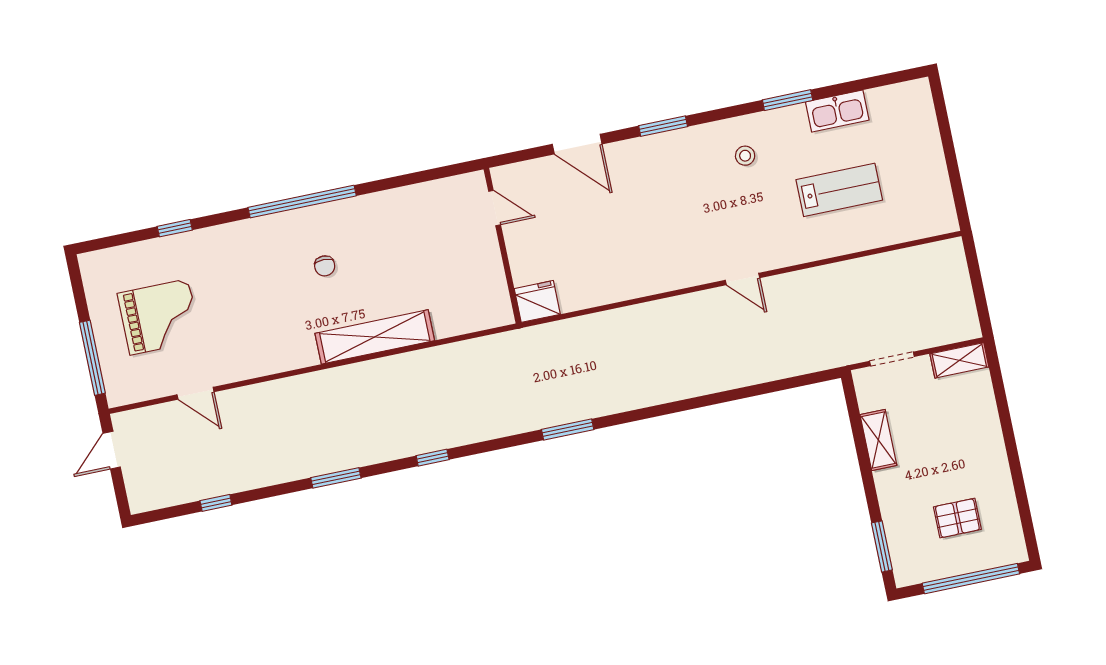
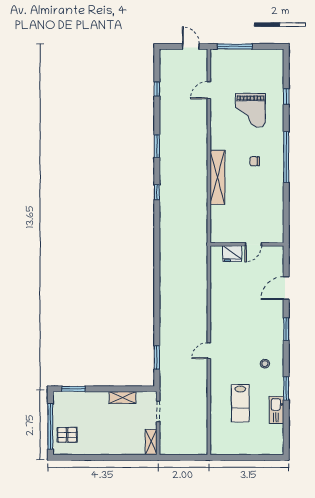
door: (495, 208) -> (253, 244), moved
fridge: (537, 301) -> (232, 254), moved, turned 90
grand piano: (159, 317) -> (250, 110), moved
window: (568, 429) -> (157, 358), moved
pallet: (957, 518) -> (67, 435), moved, turned 90

